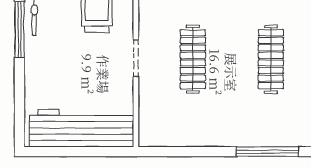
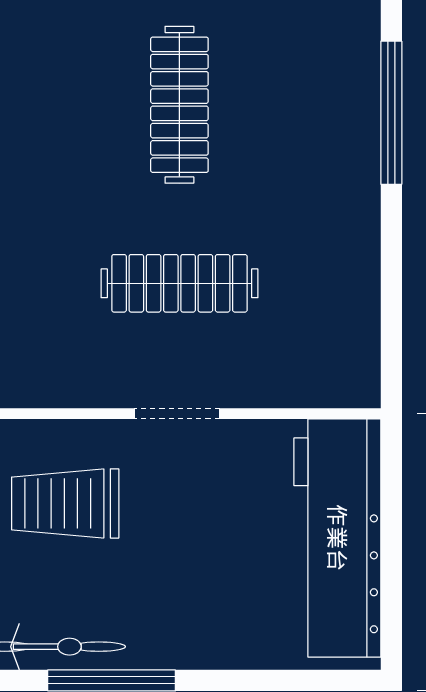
clothes rail: (271, 59) -> (179, 105), turned 90

